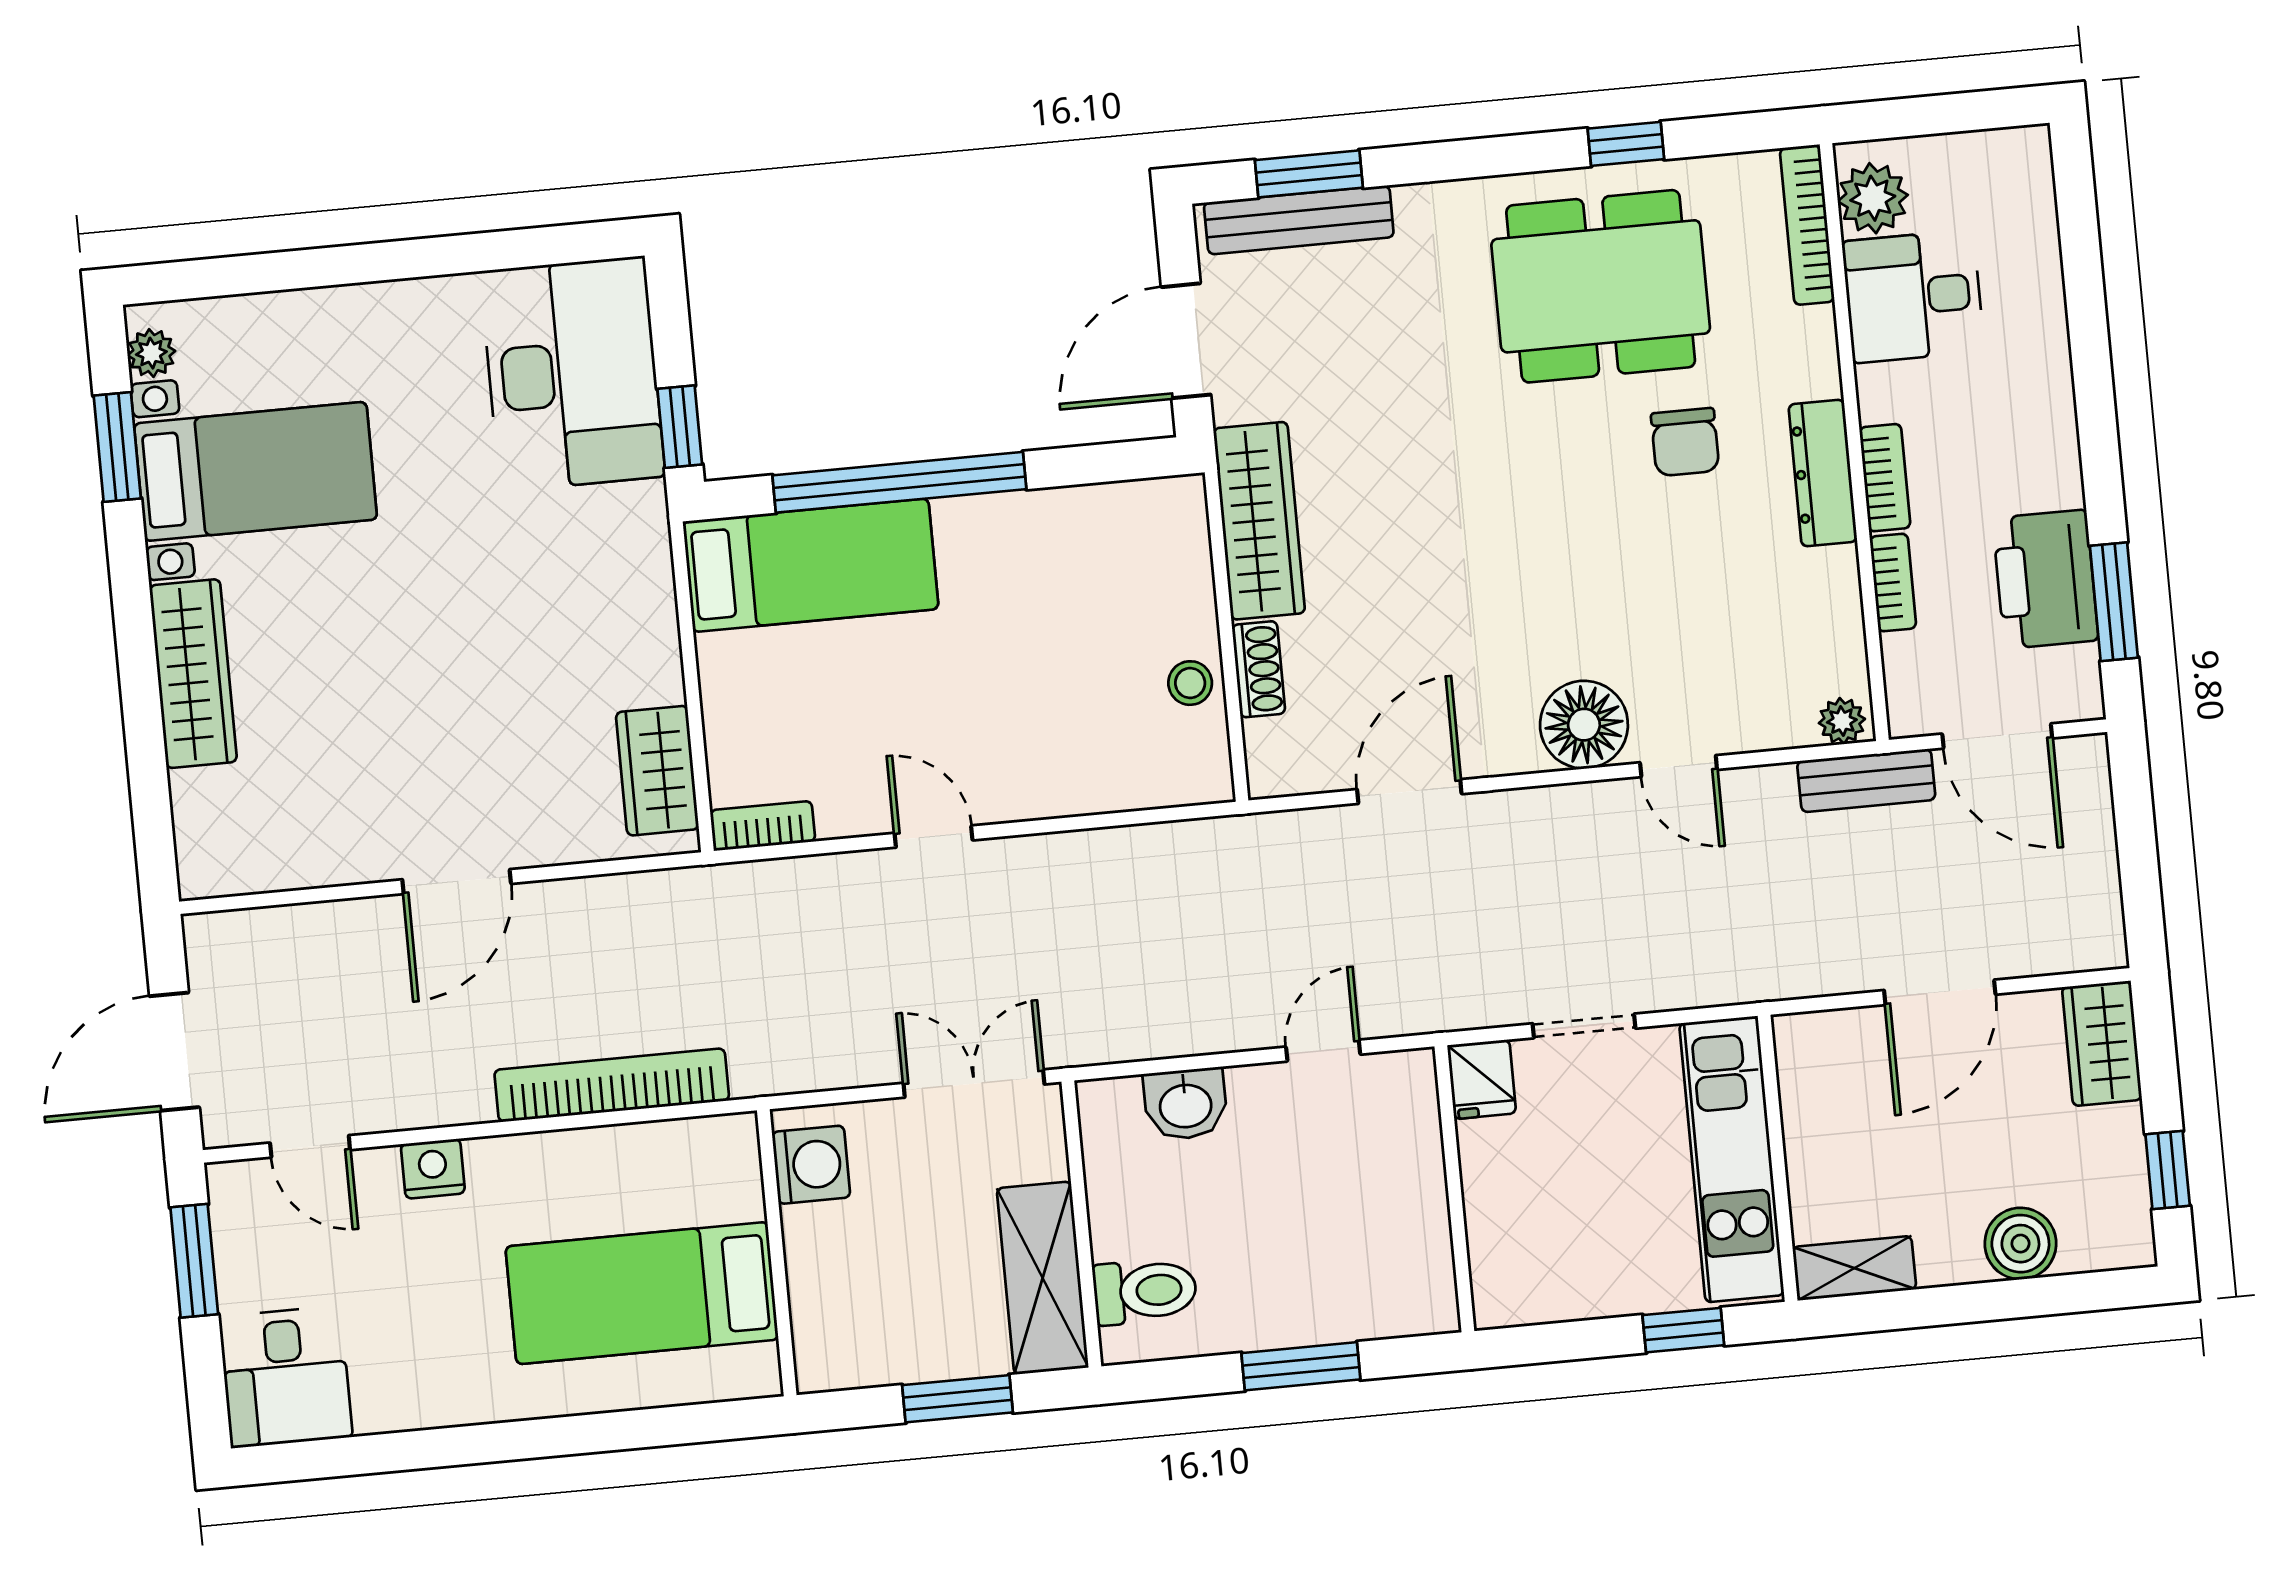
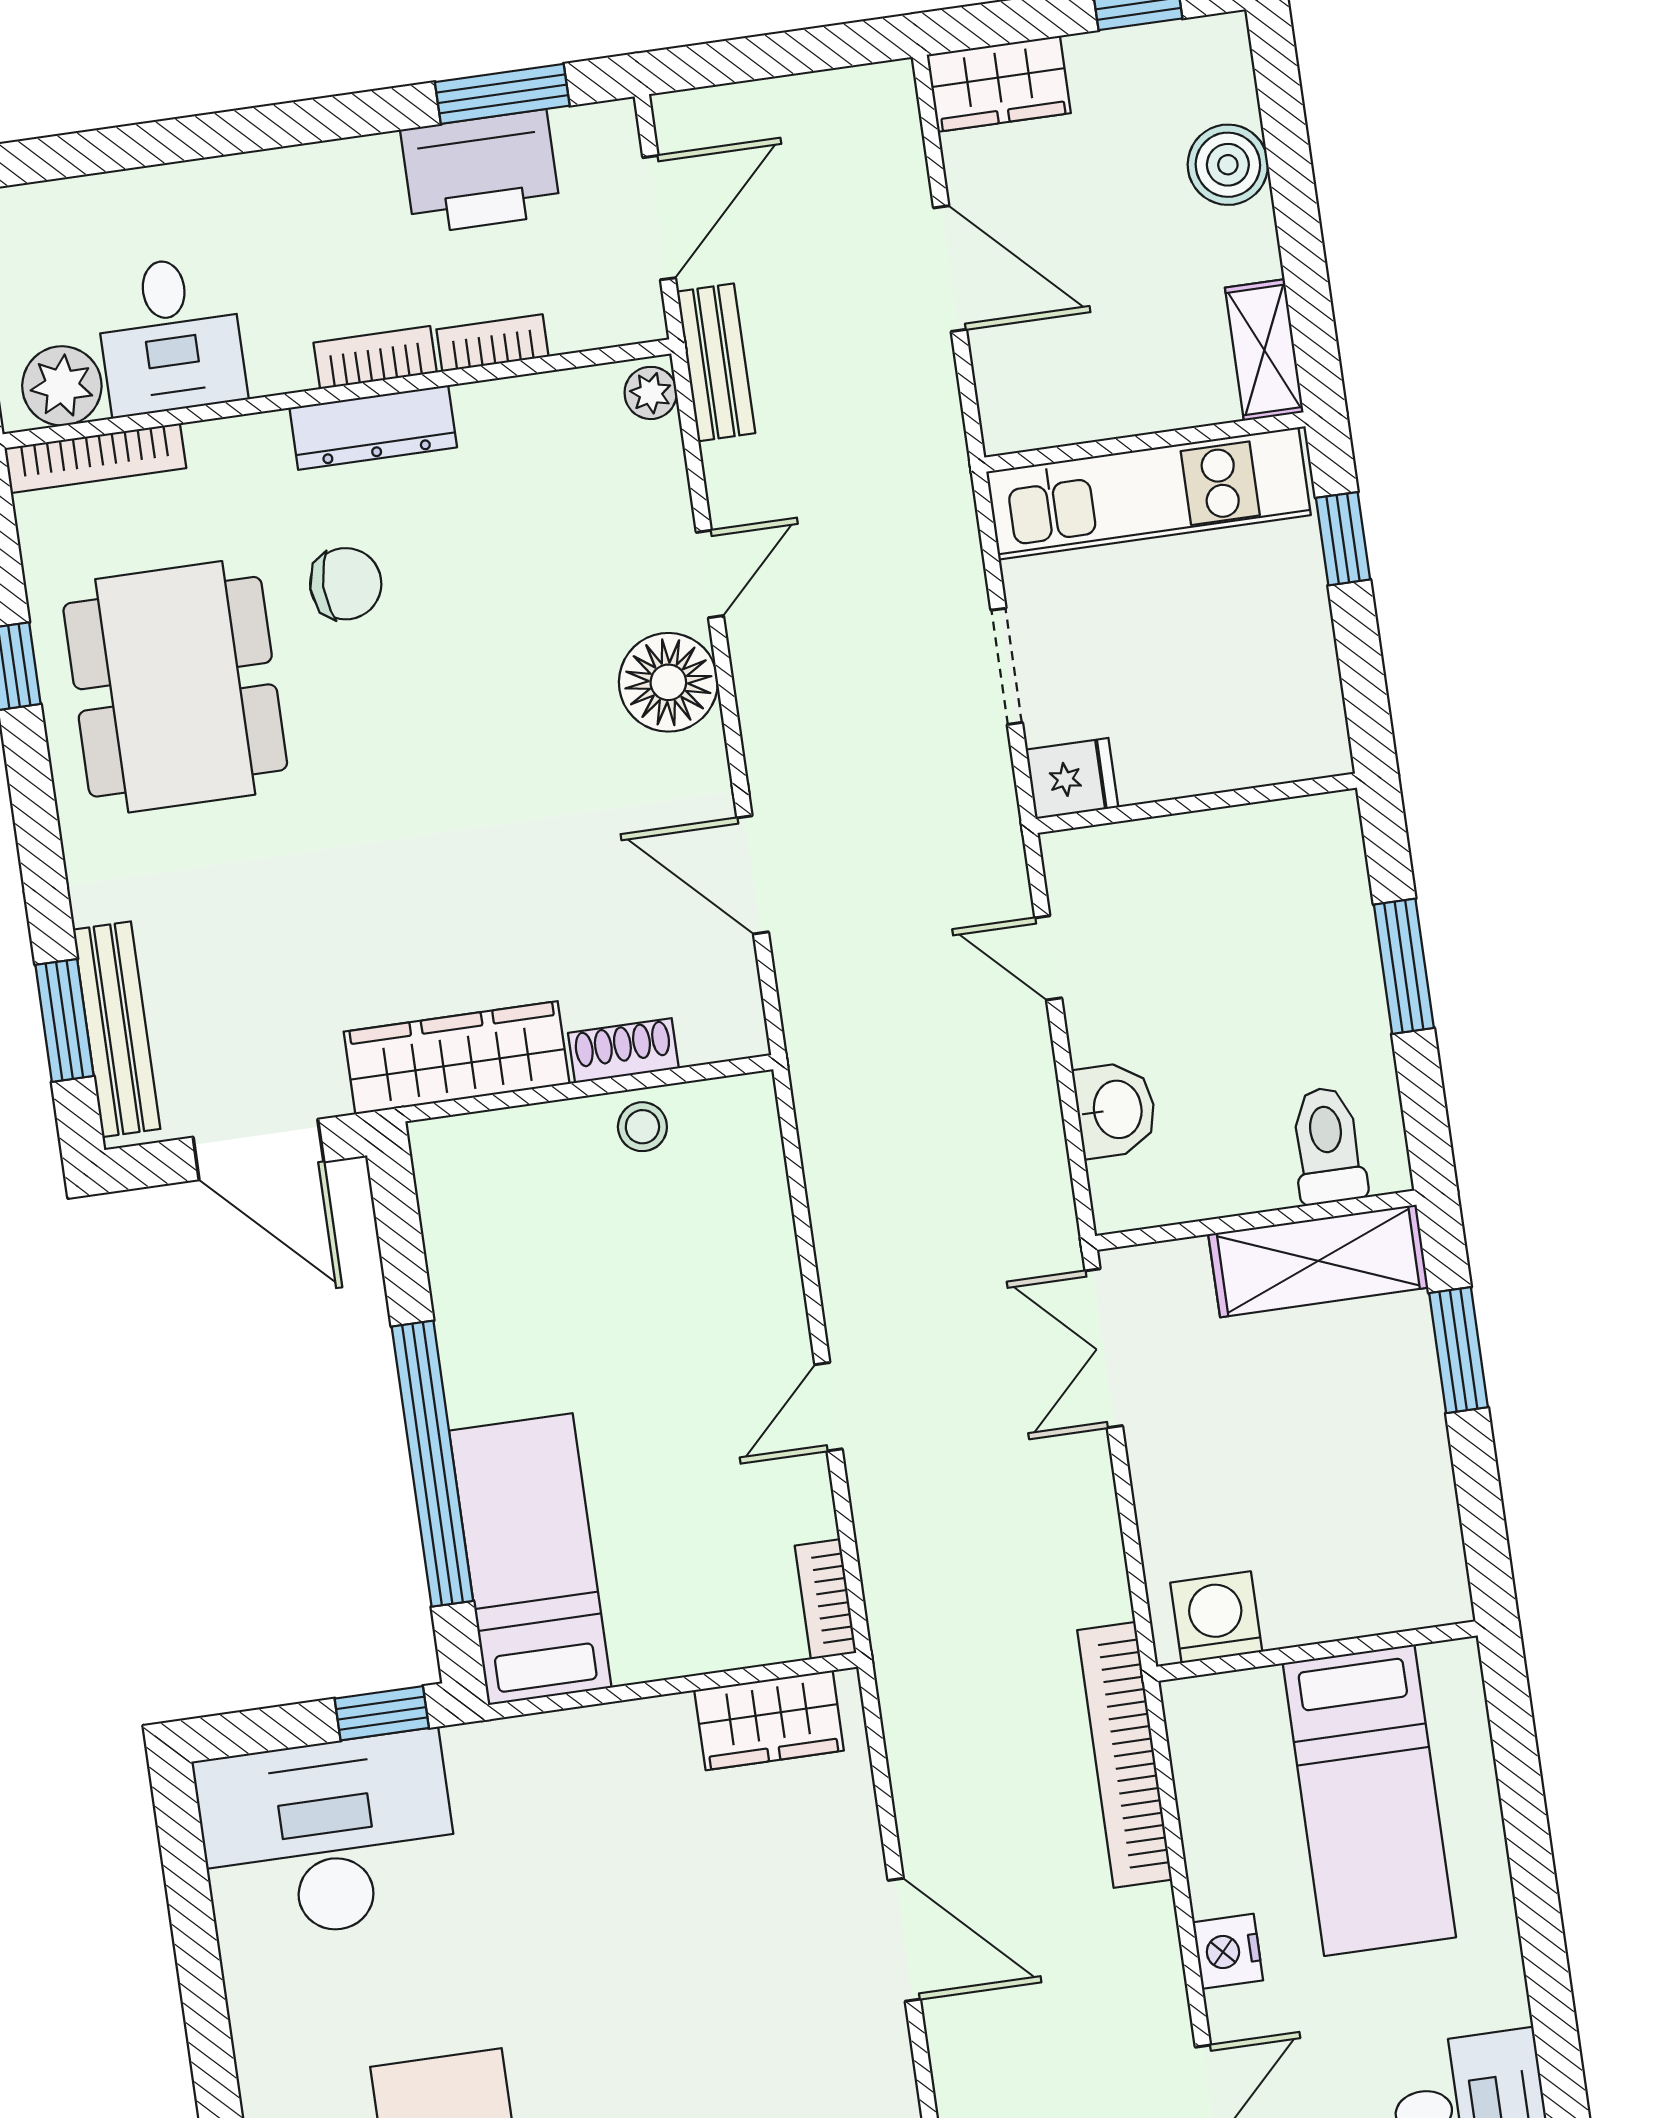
washing machine: (811, 1165) -> (1216, 1617), moved
wall: (777, 1253) -> (1317, 1651), moved
bed: (642, 1293) -> (1369, 1800), moved

